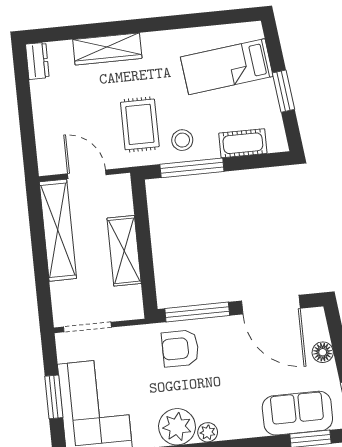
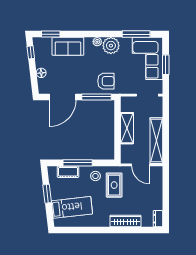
window: (192, 168) -> (78, 163), moved
door: (271, 305) -> (63, 97), swing flipped
sofa: (297, 413) -> (68, 46), moved

